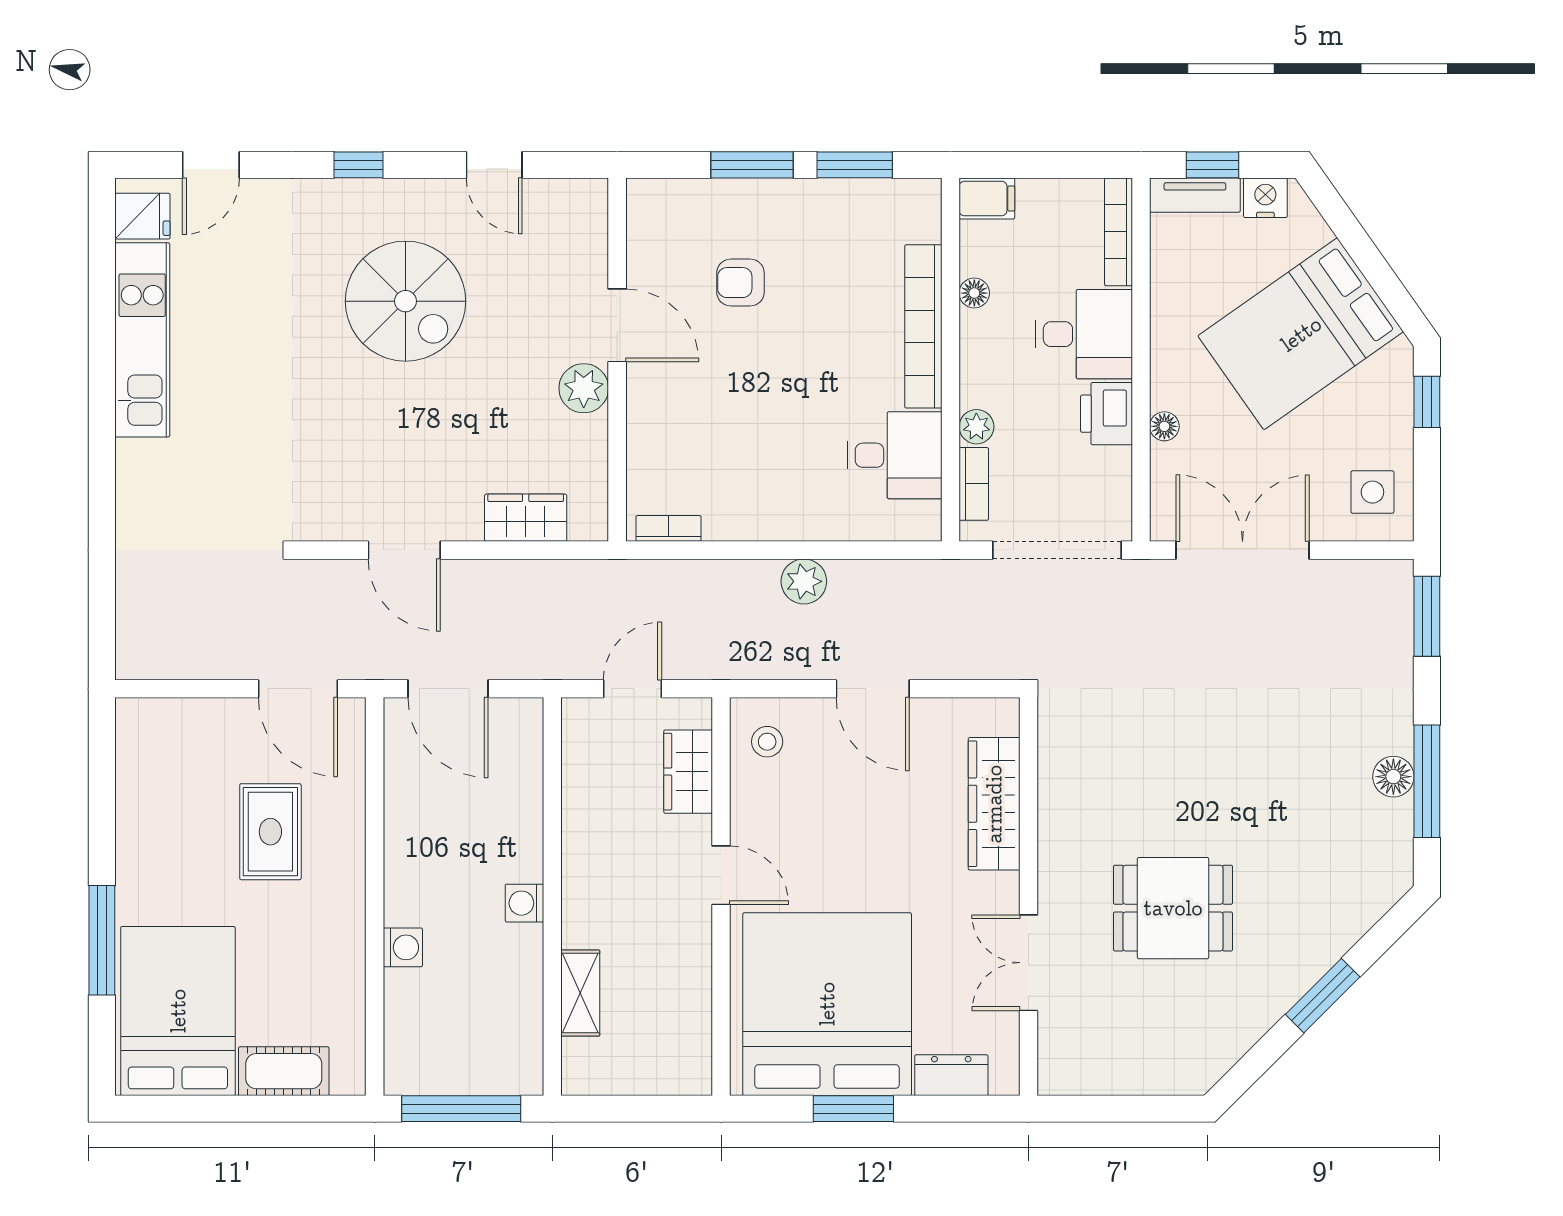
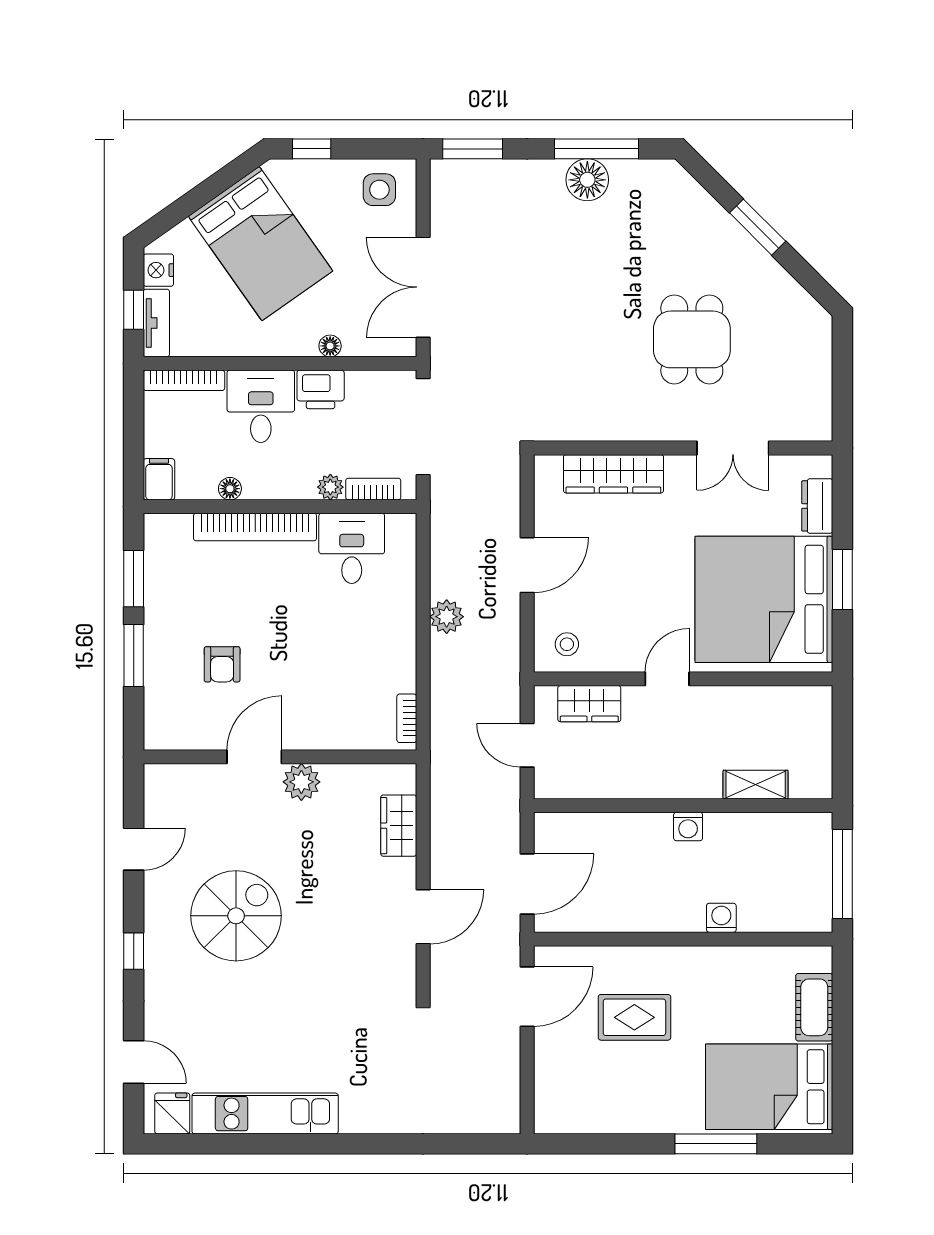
floor lamp: (1393, 777) -> (587, 180), width x1.38, depth x1.38

